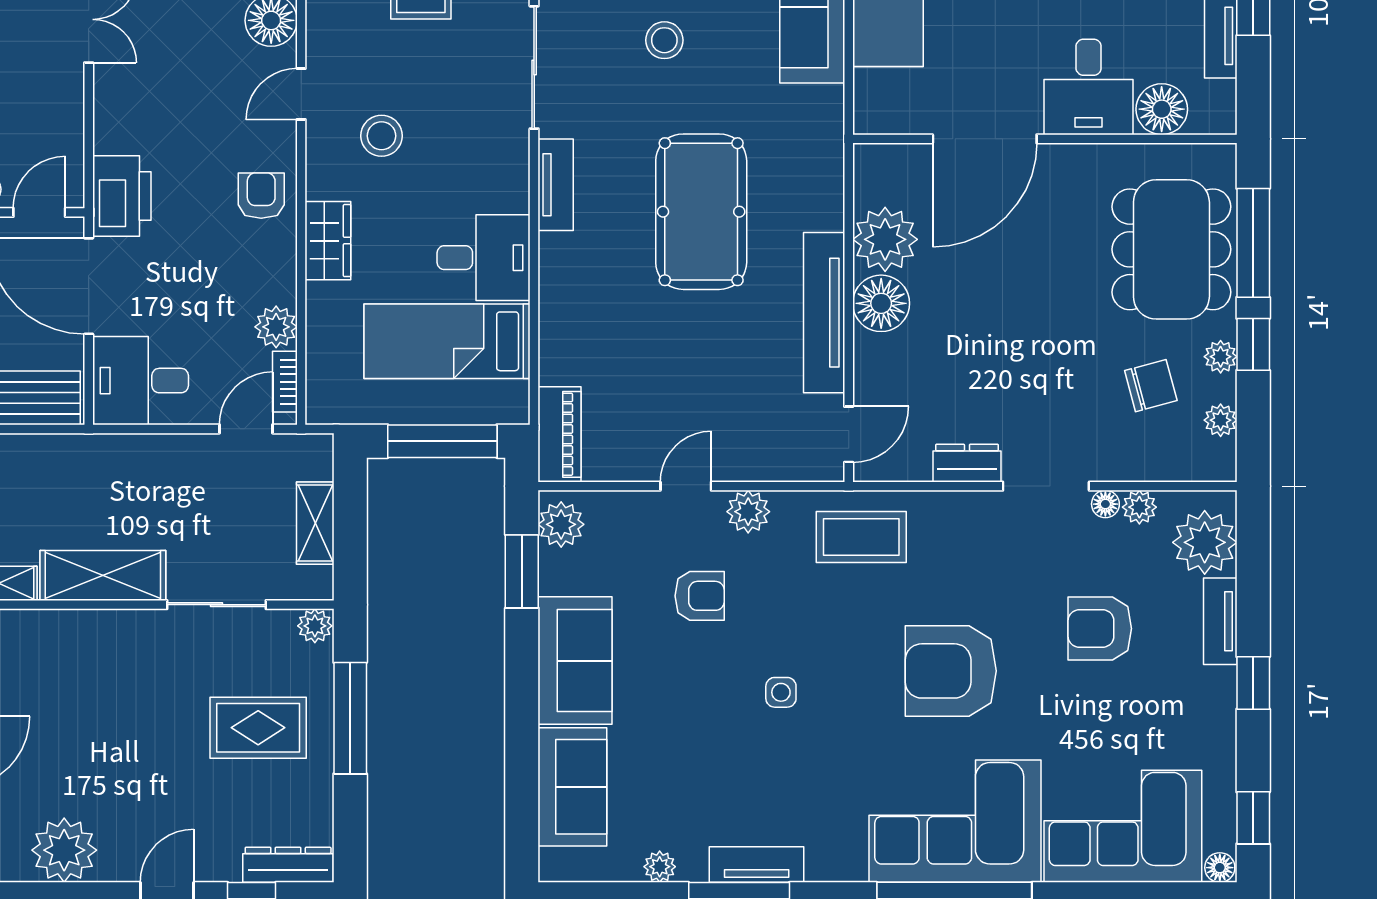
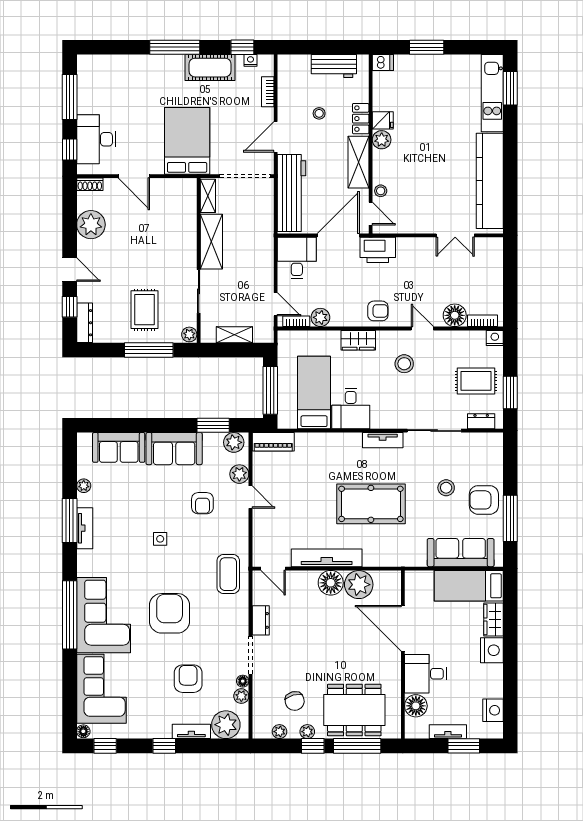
plant: (748, 512) -> (239, 474), moved

